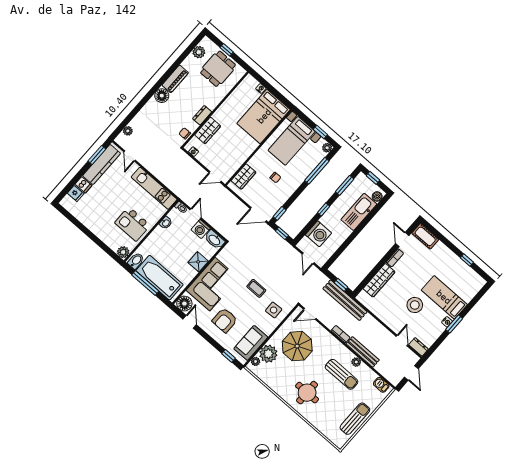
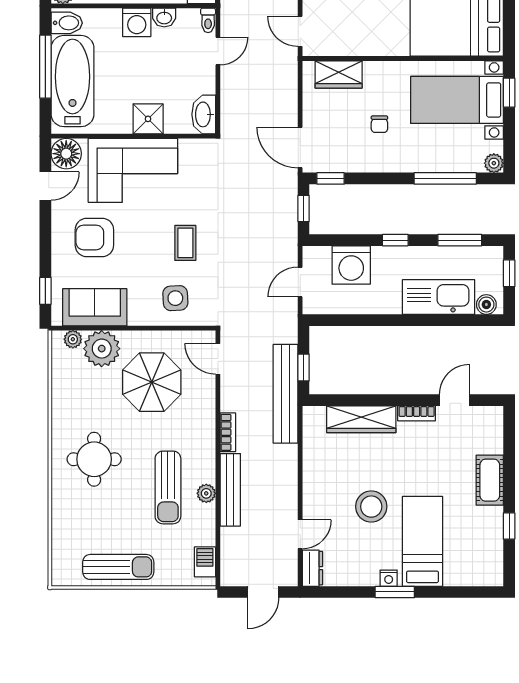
window: (320, 132) -> (509, 93), moved
washing machine: (201, 229) -> (137, 22), moved, turned -90
cot: (425, 236) -> (490, 480), moved

